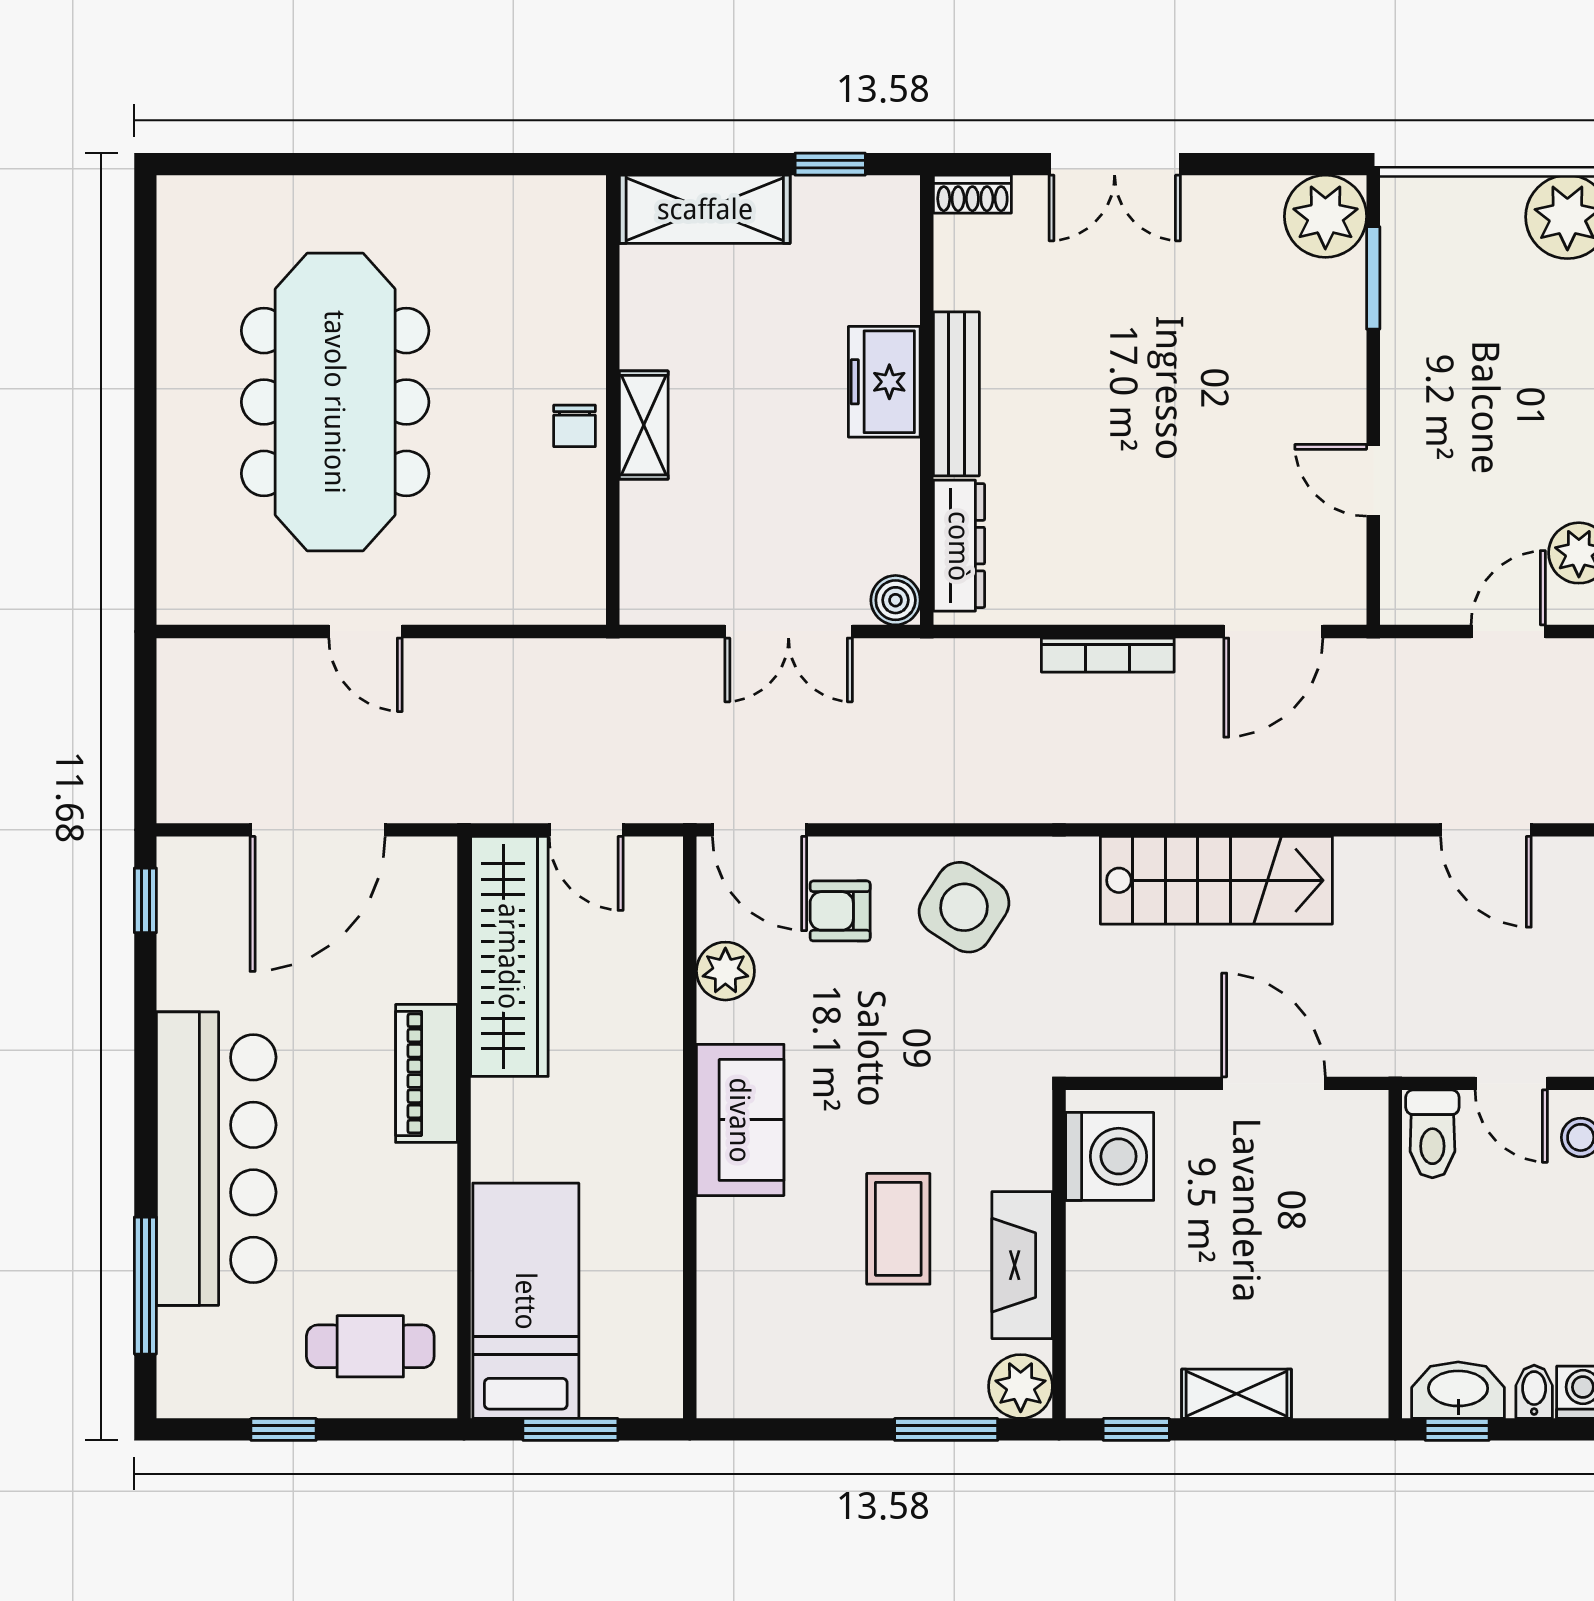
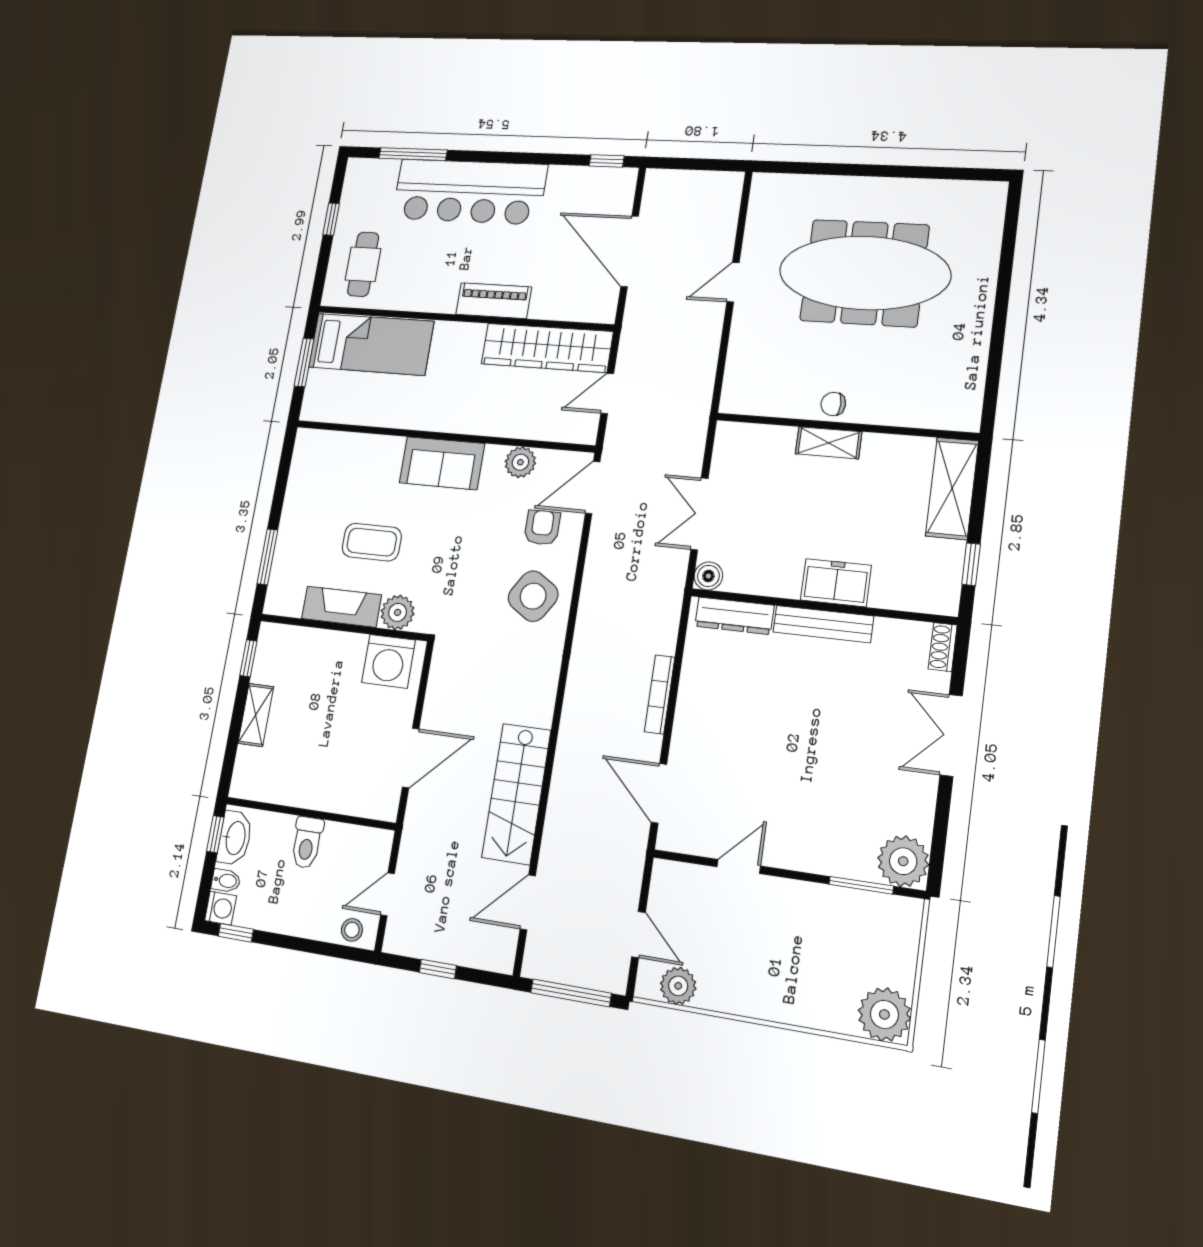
stairs: (1216, 880) -> (516, 794), moved
toilet: (1432, 1134) -> (307, 842), moved, turned -90
plant: (1021, 1386) -> (398, 612), moved

